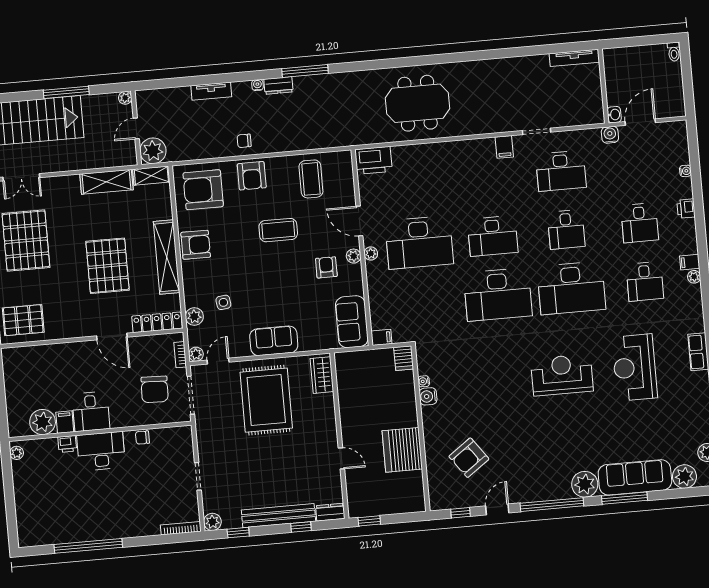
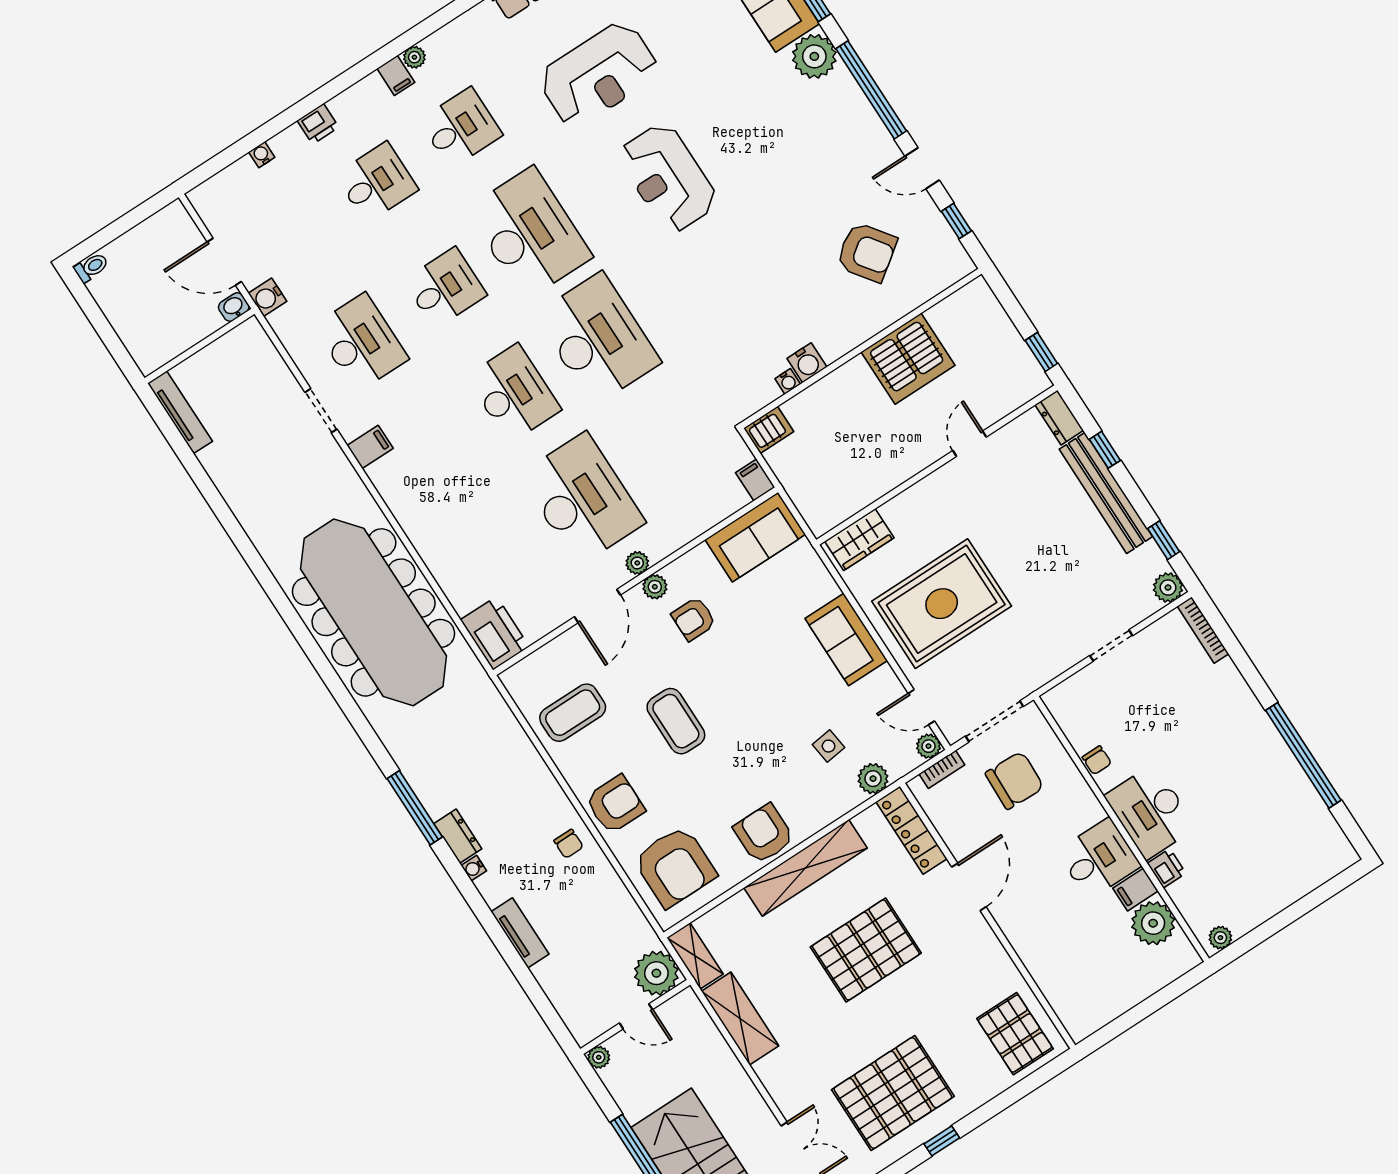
meeting table: (418, 103) -> (374, 612), width x1.86, depth x1.27

